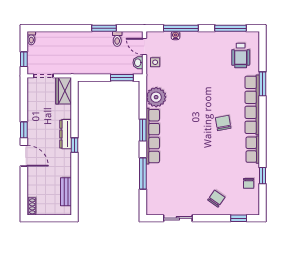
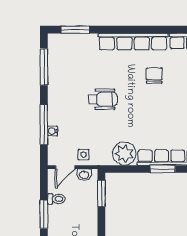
wheelchair: (241, 55) -> (103, 99), moved
window: (263, 84) -> (75, 30), moved
chair: (223, 123) -> (154, 76), turned 100

